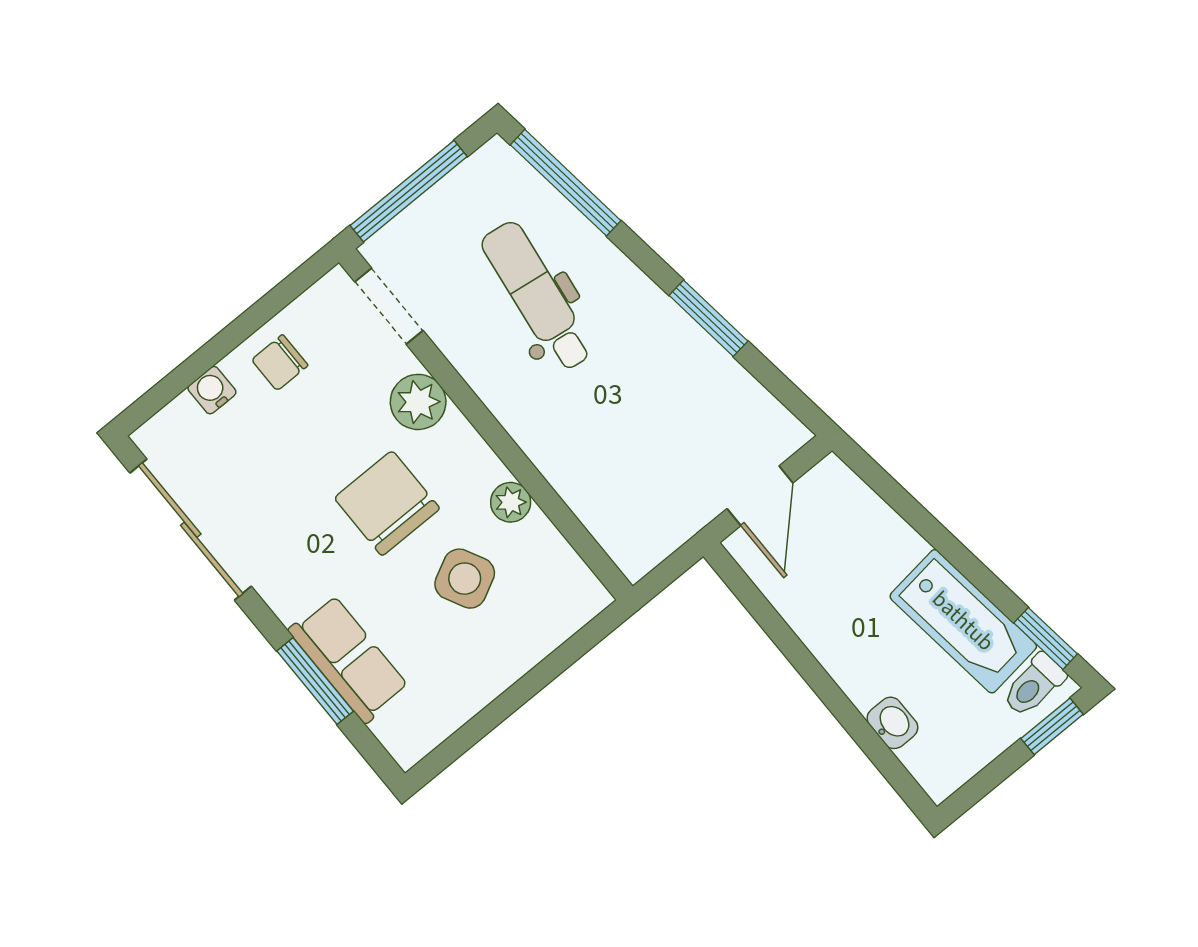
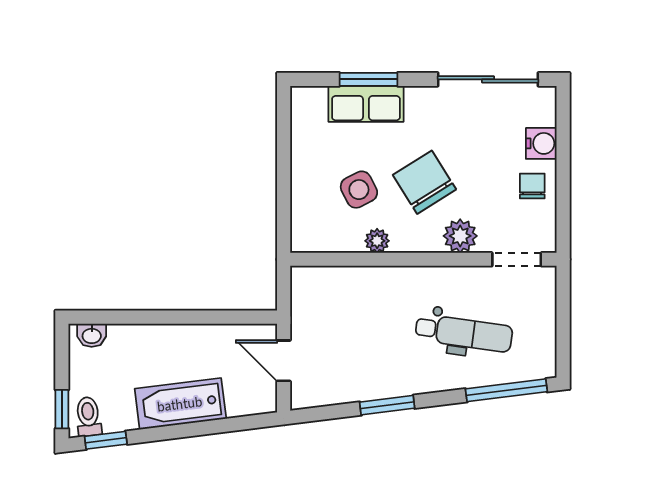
window: (409, 191) -> (563, 313), removed
water cooler: (212, 390) -> (541, 143), width x1.38, depth x1.38
chair: (387, 503) -> (424, 182), turned -122
bathtub: (963, 621) -> (180, 404), moved
washbasin: (892, 723) -> (92, 335), moved

